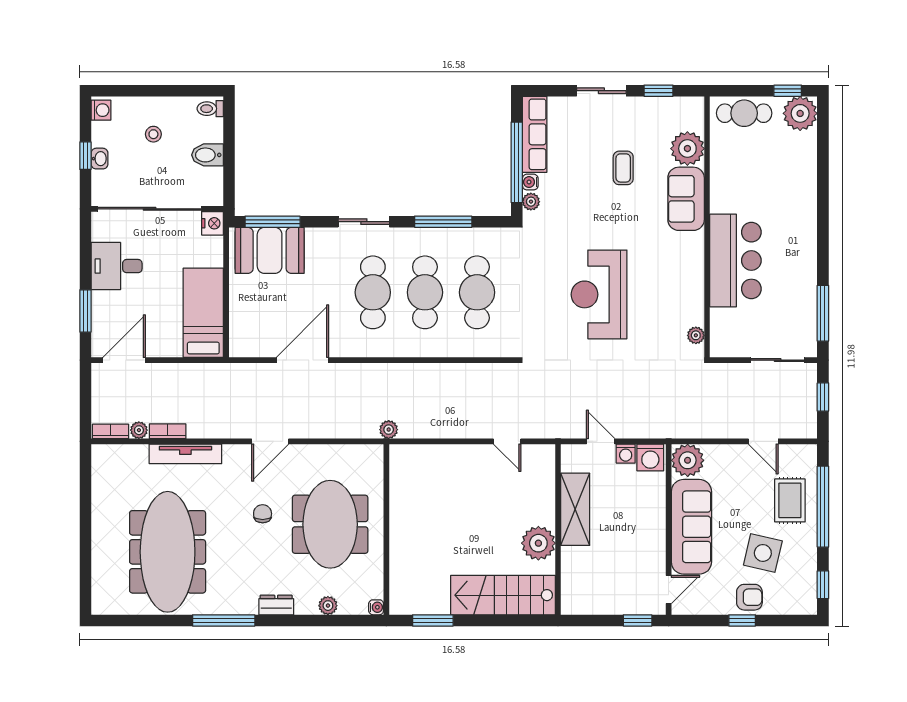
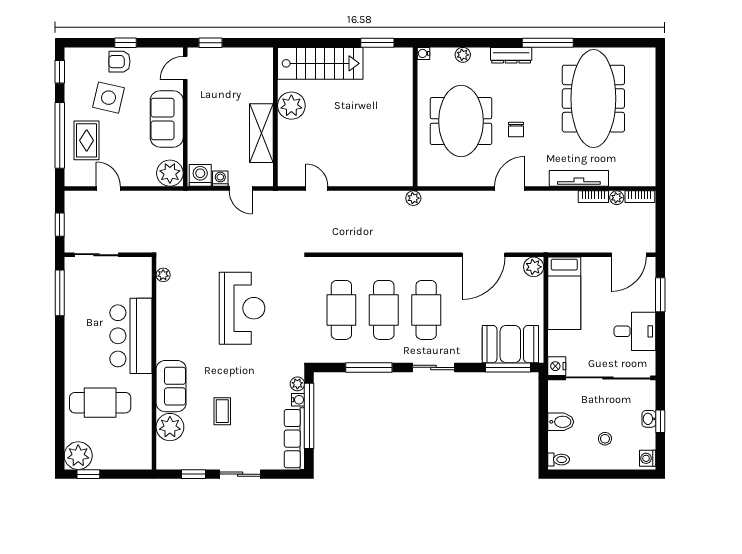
cafe table: (744, 113) -> (100, 403), moved, width x1.37, depth x1.35
plant: (241, 345) -> (534, 267), added
sofa: (691, 527) -> (167, 119), width x0.73
dresser: (276, 605) -> (511, 55), width x1.44

